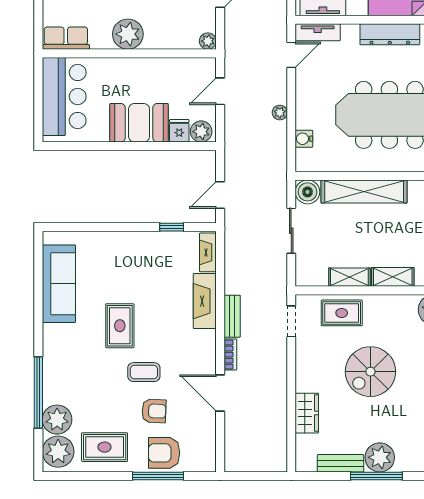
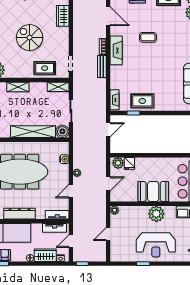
door: (291, 55) -> (71, 191), moved
booth: (139, 123) -> (153, 192), moved
shelving: (349, 277) -> (58, 87), moved
fireplace: (205, 301) -> (116, 50), moved
rug: (120, 326) -> (142, 101), moved, turned 90
spiral stairs: (370, 372) -> (30, 38), turned -90
door: (220, 393) -> (108, 16), moved
armchair: (154, 411) -> (143, 17), removed

